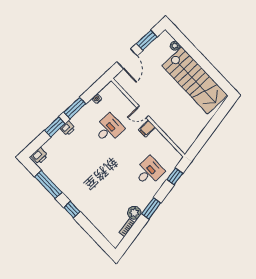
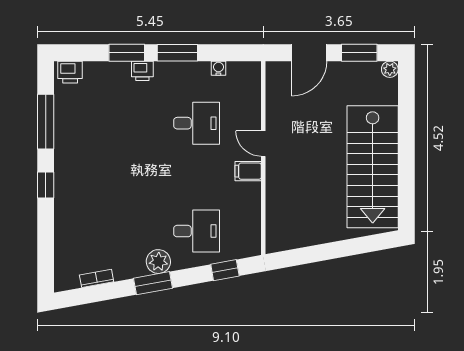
plant: (175, 46) -> (390, 69), moved
plant: (134, 213) -> (158, 262), moved

